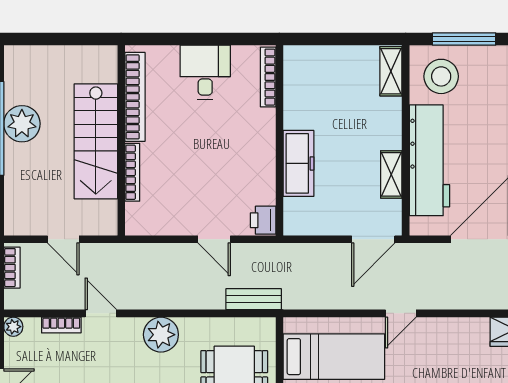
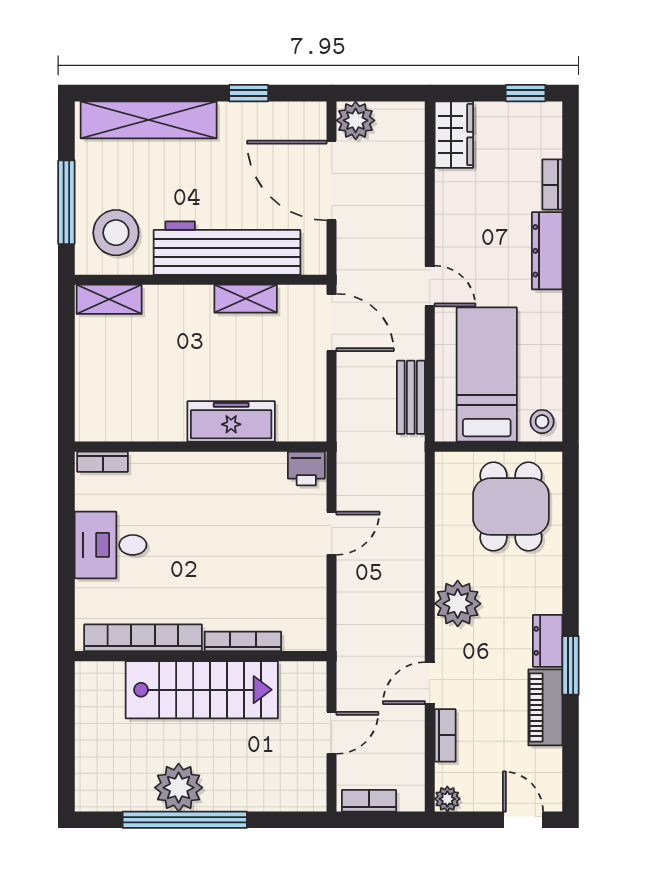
bookcase: (268, 77) -> (103, 462), width x0.64
bench: (254, 299) -> (411, 397), moved

